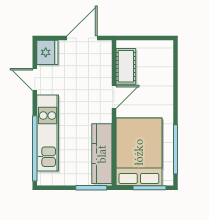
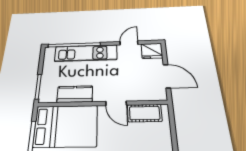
kitchen counter: (102, 154) -> (75, 94), width x0.67

